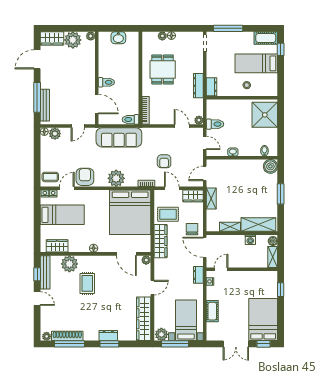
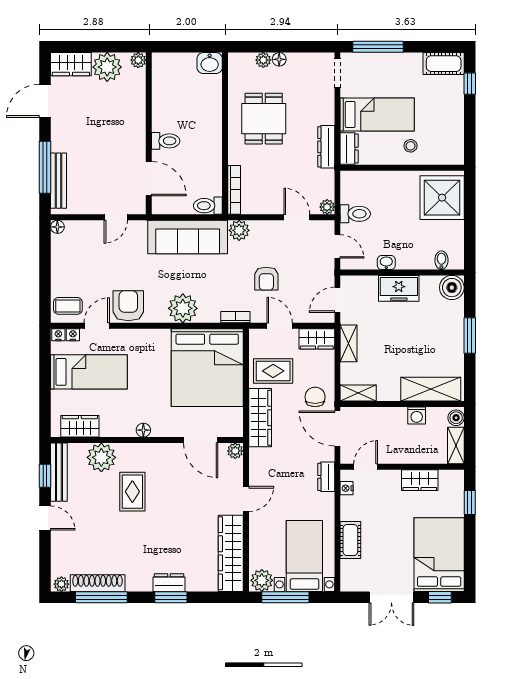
washbasin: (118, 38) -> (210, 63), moved
bed: (256, 63) -> (377, 115), moved, turned 180
plant: (55, 134) -> (239, 230), moved
freezer: (240, 167) -> (399, 288), added
shelving: (230, 227) -> (358, 393), moved
wardrobe: (252, 277) -> (420, 480), added

